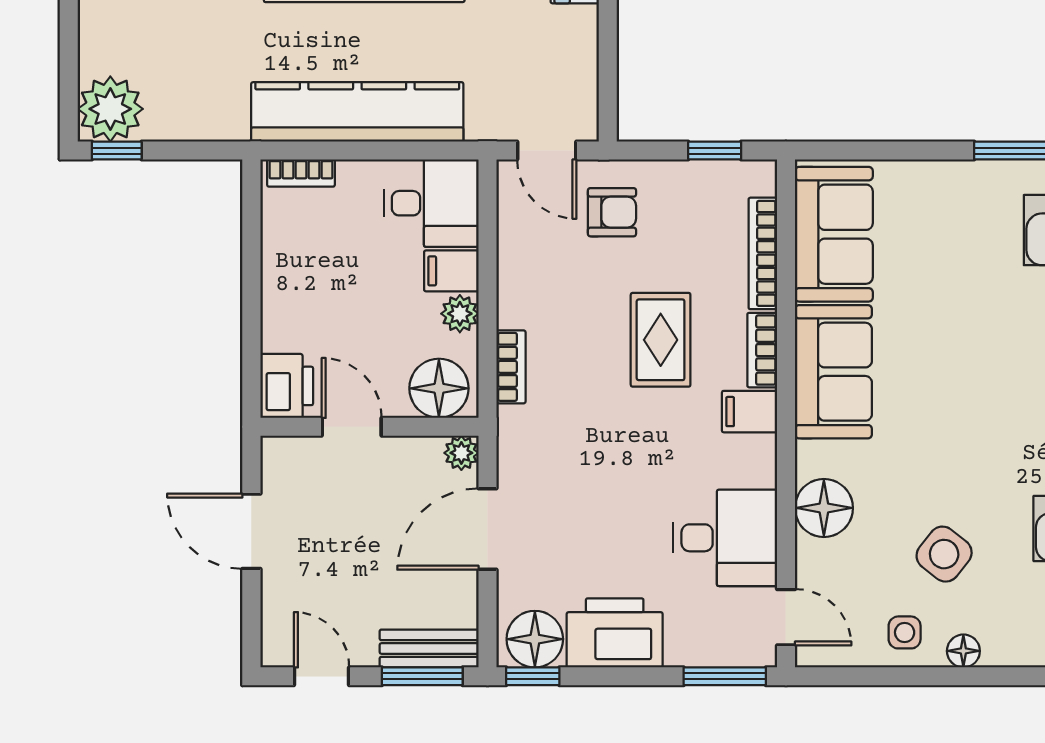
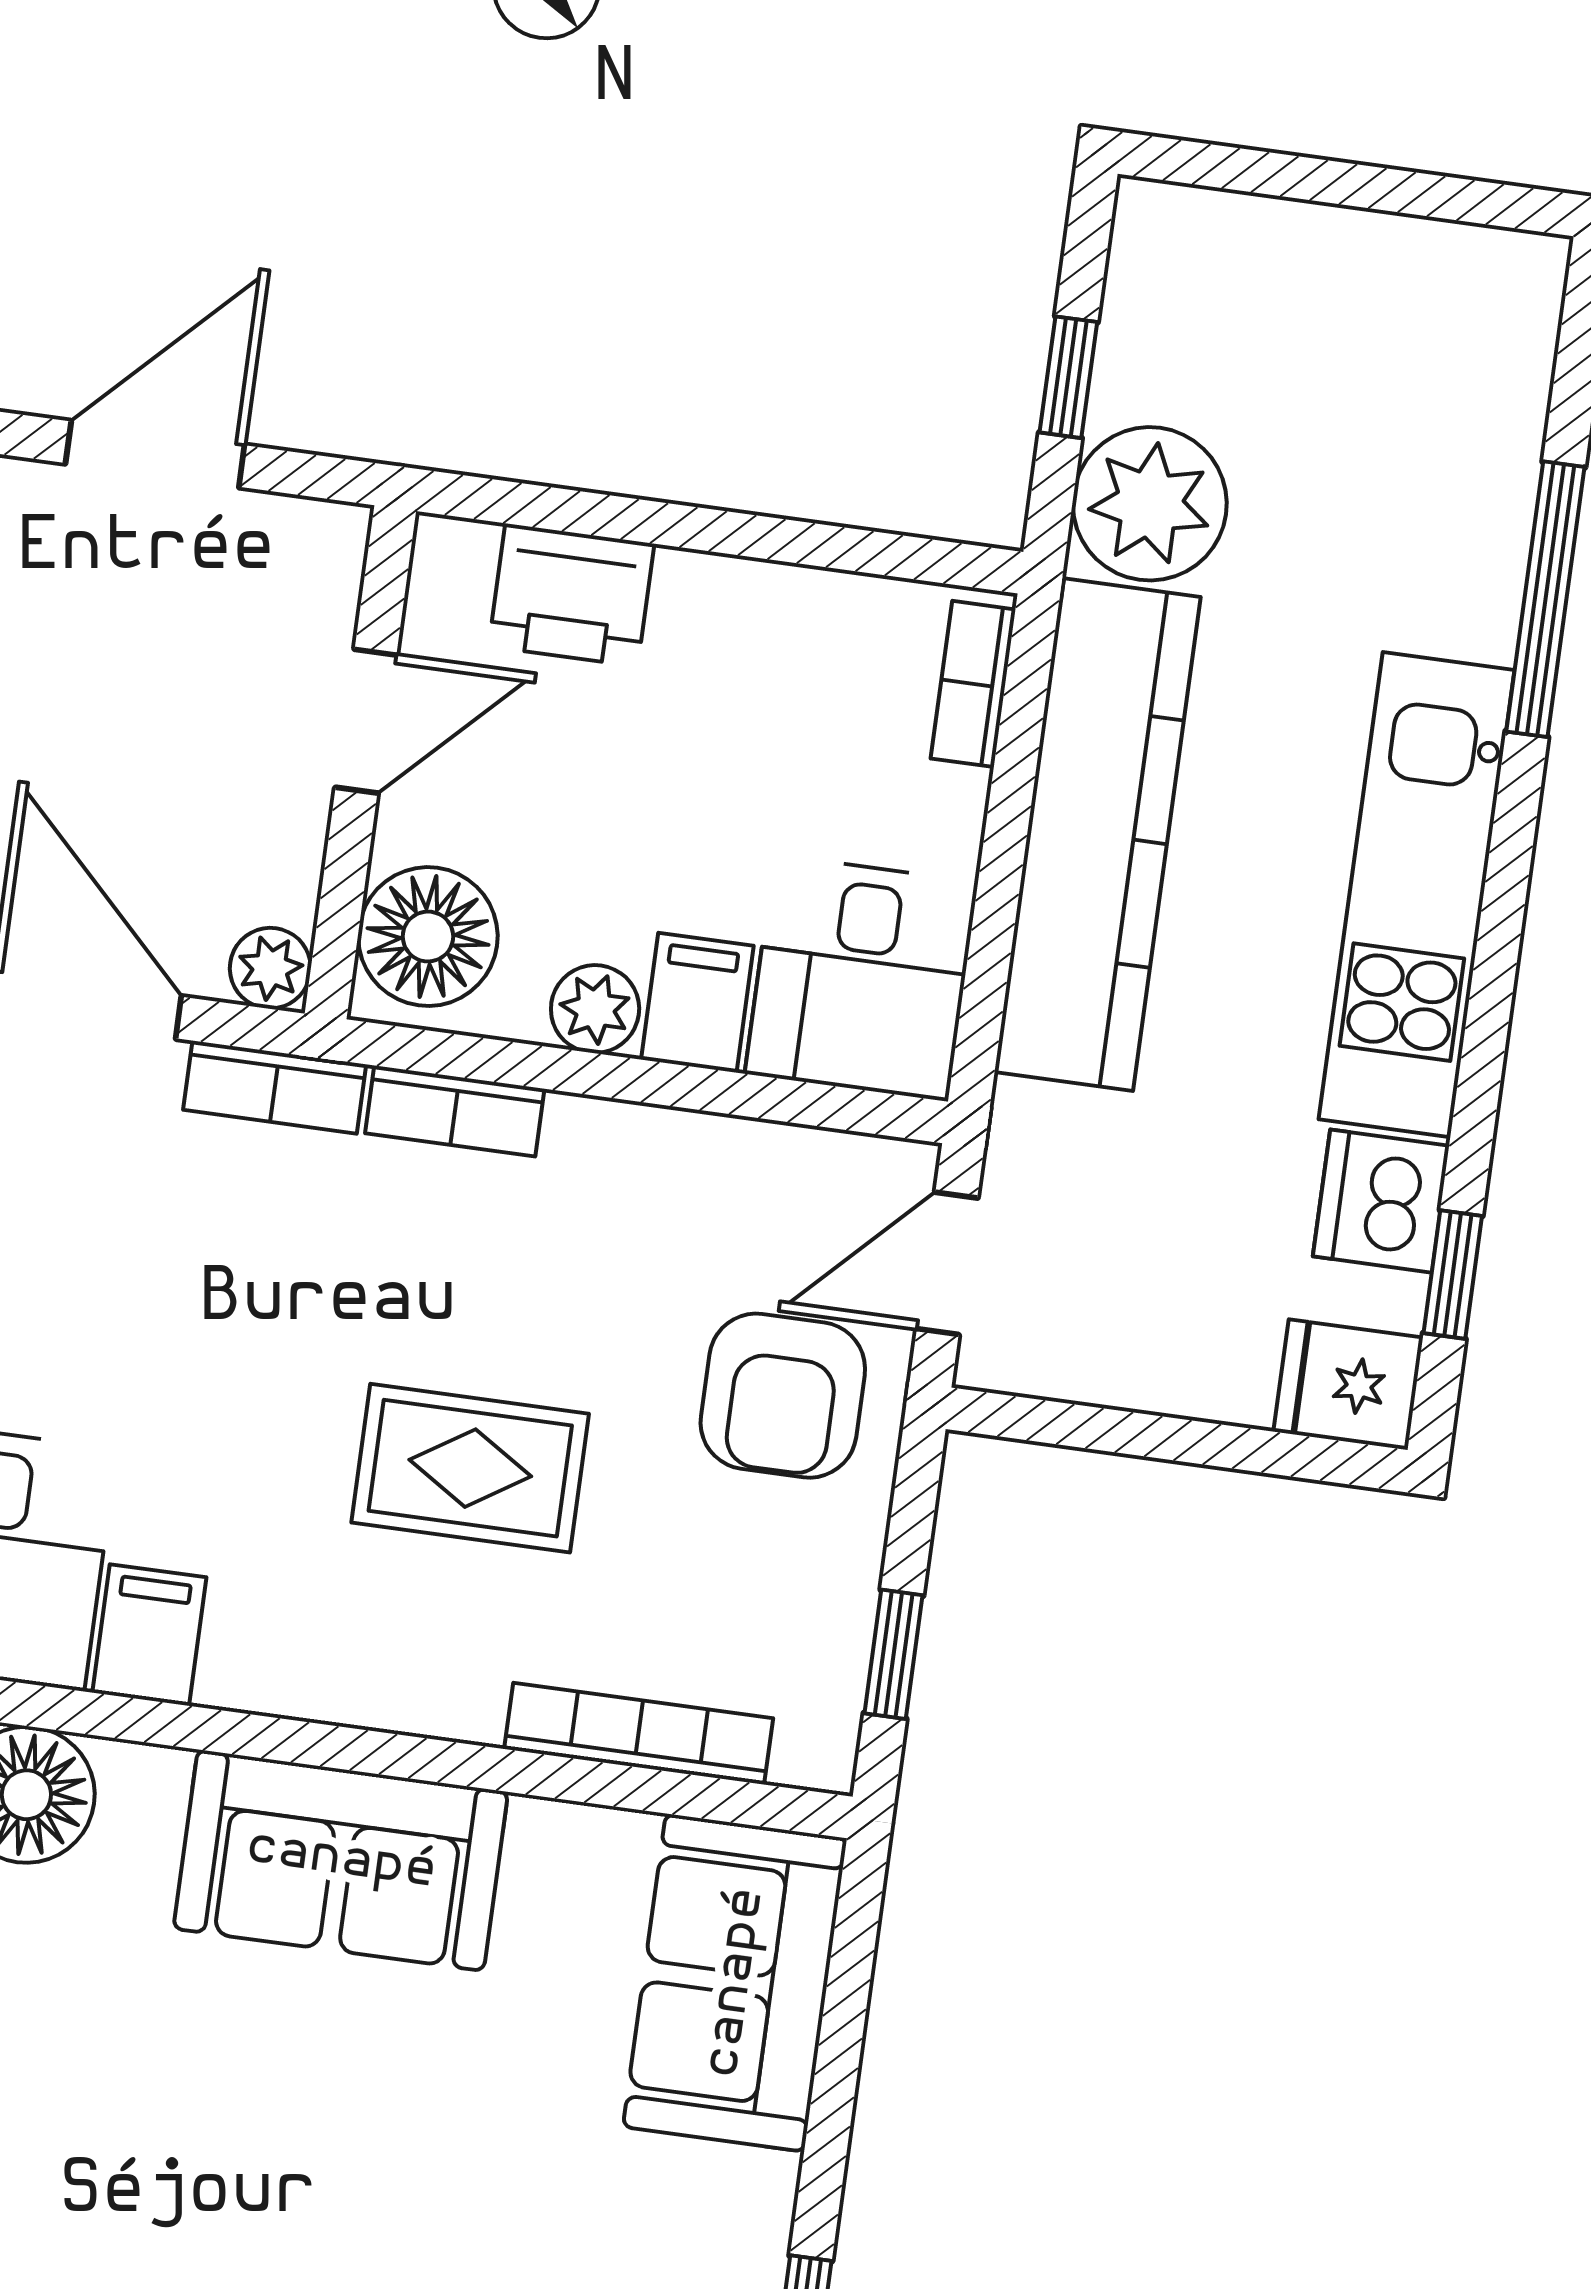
plant: (110, 109) -> (1150, 504), moved
window: (117, 151) -> (1068, 377), moved
armchair: (612, 212) -> (783, 1396), width x1.38, depth x1.38
sofa: (834, 234) -> (735, 1983), moved, turned 90
bookcase: (762, 350) -> (275, 1087), moved, turned 180
printer: (287, 386) -> (571, 595), moved
filing cabinet: (749, 412) -> (149, 1635), moved

